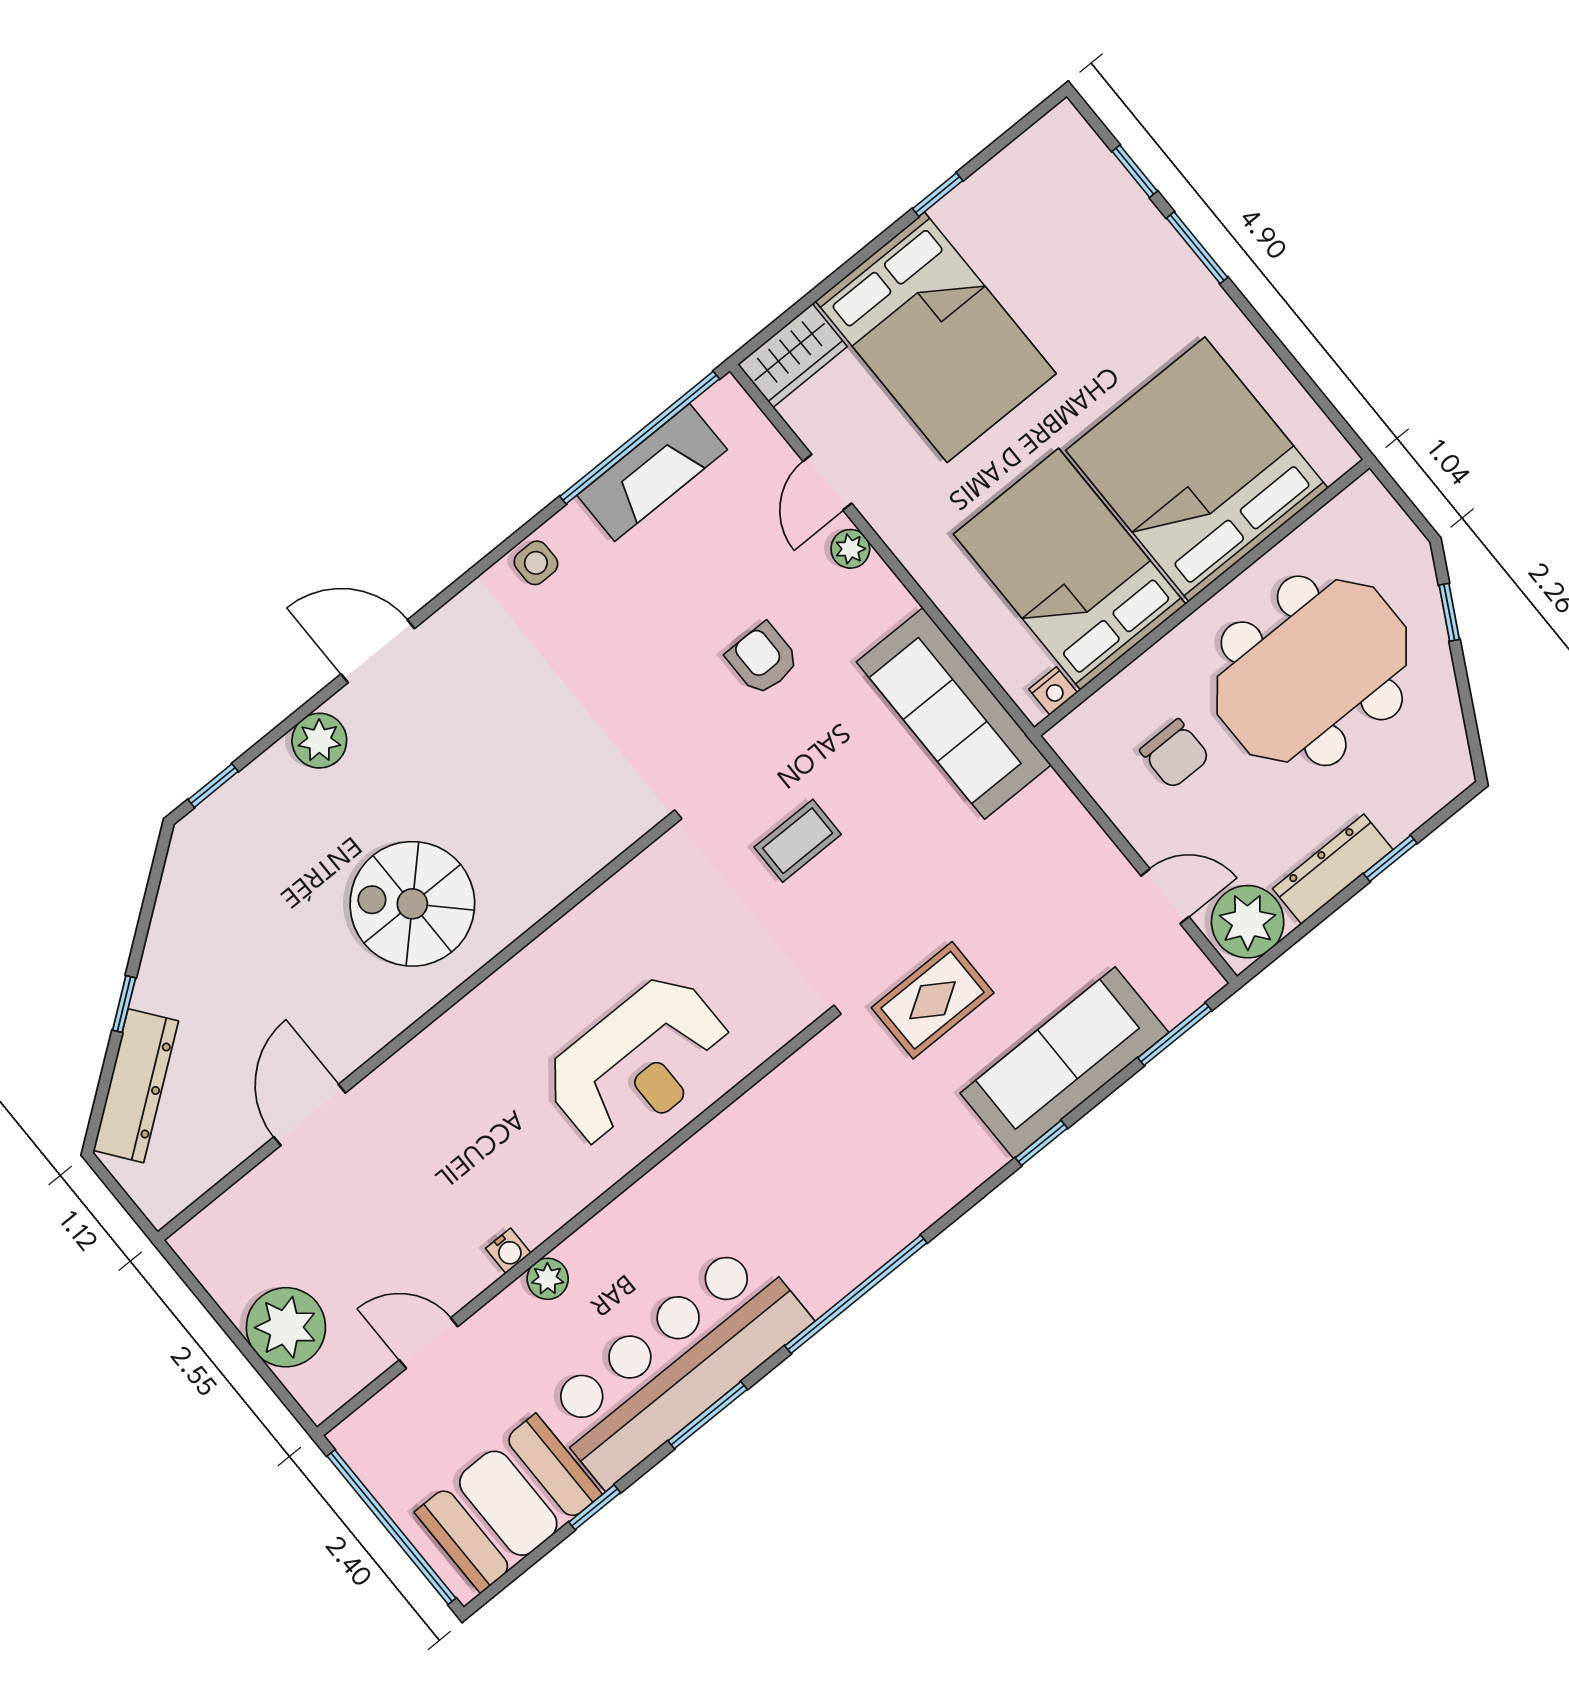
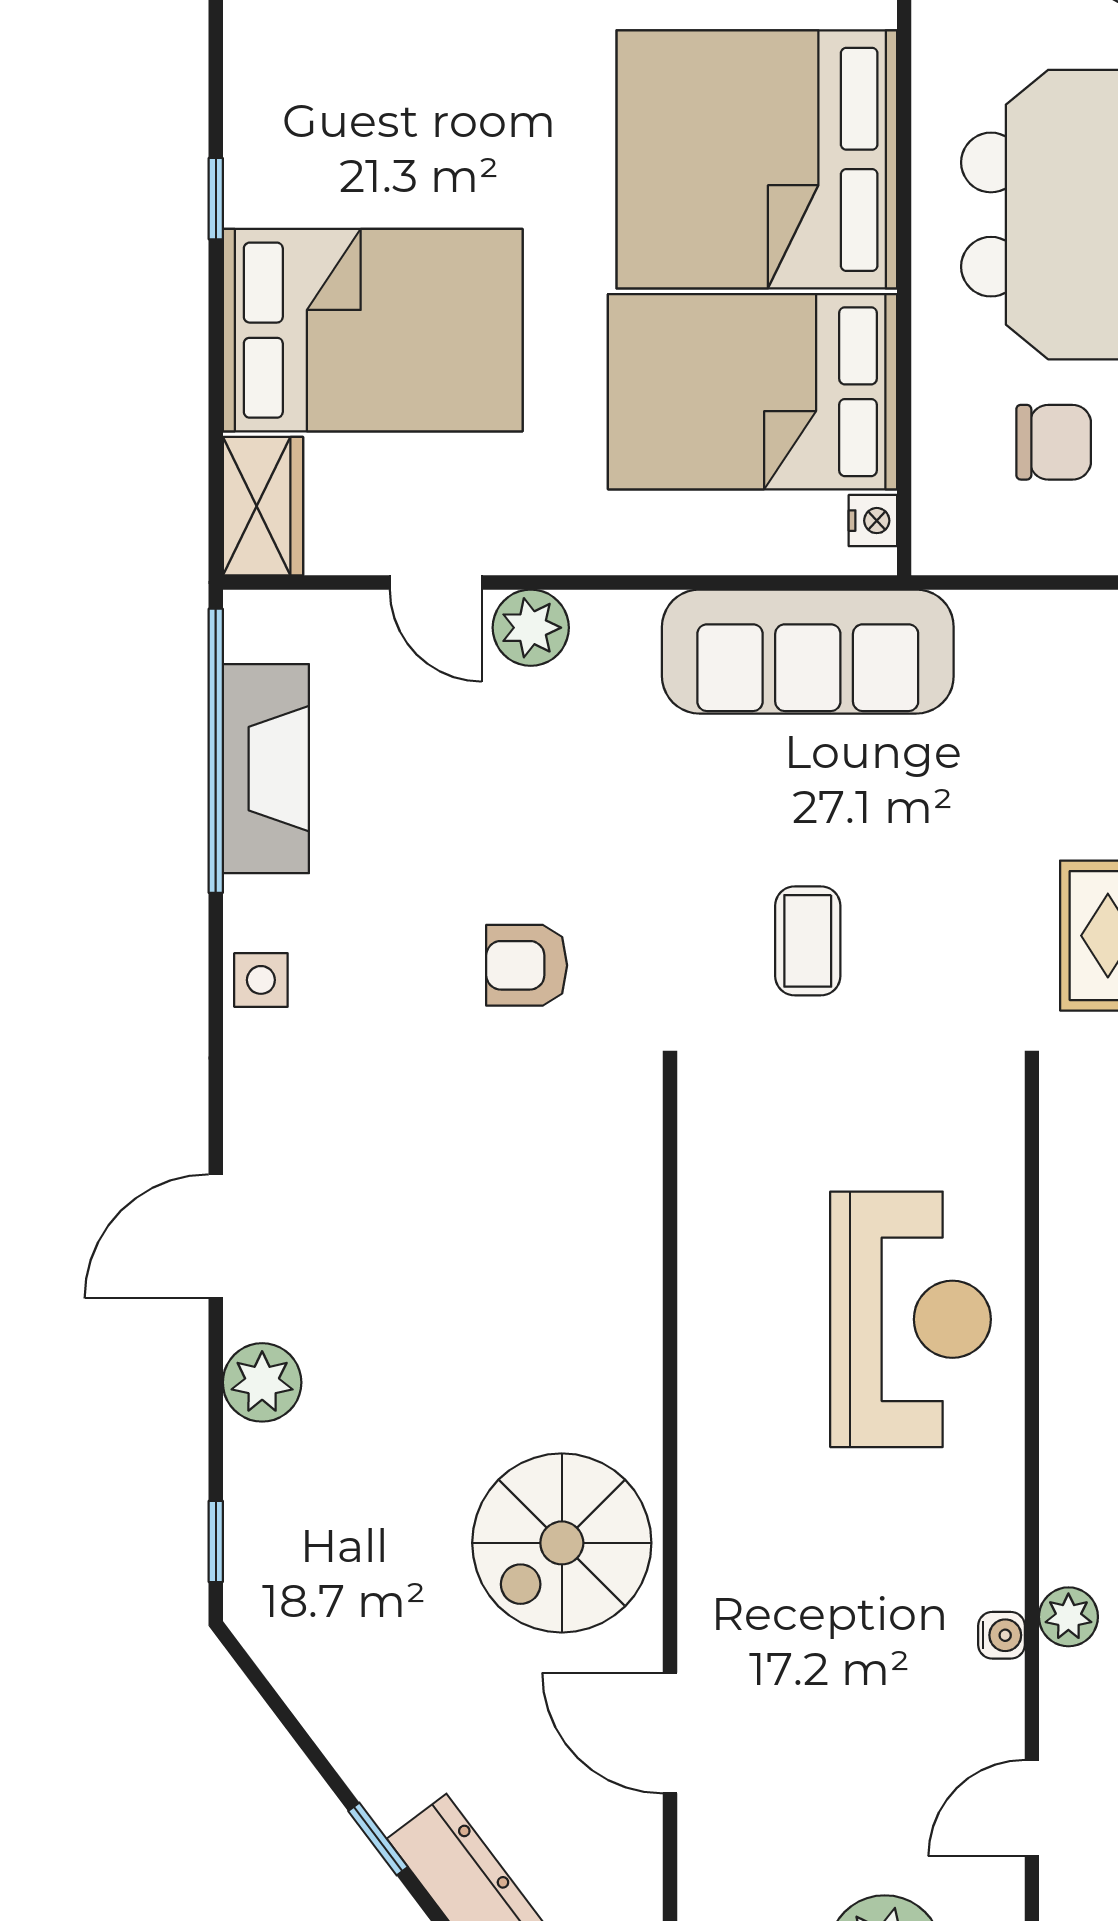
plant: (850, 549) -> (531, 628), width x1.38, depth x1.38
armchair: (763, 659) -> (527, 965), moved
spiral stairs: (412, 904) -> (562, 1543), moved

